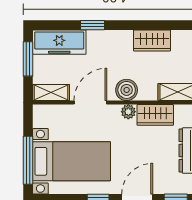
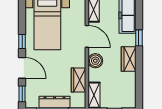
wardrobe: (152, 40) -> (129, 59), moved
plant: (128, 112) -> (81, 62), removed

